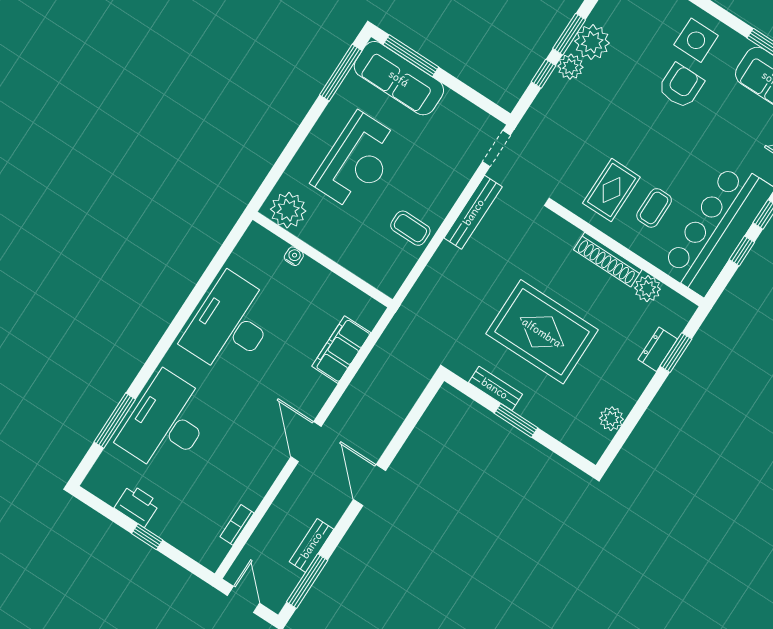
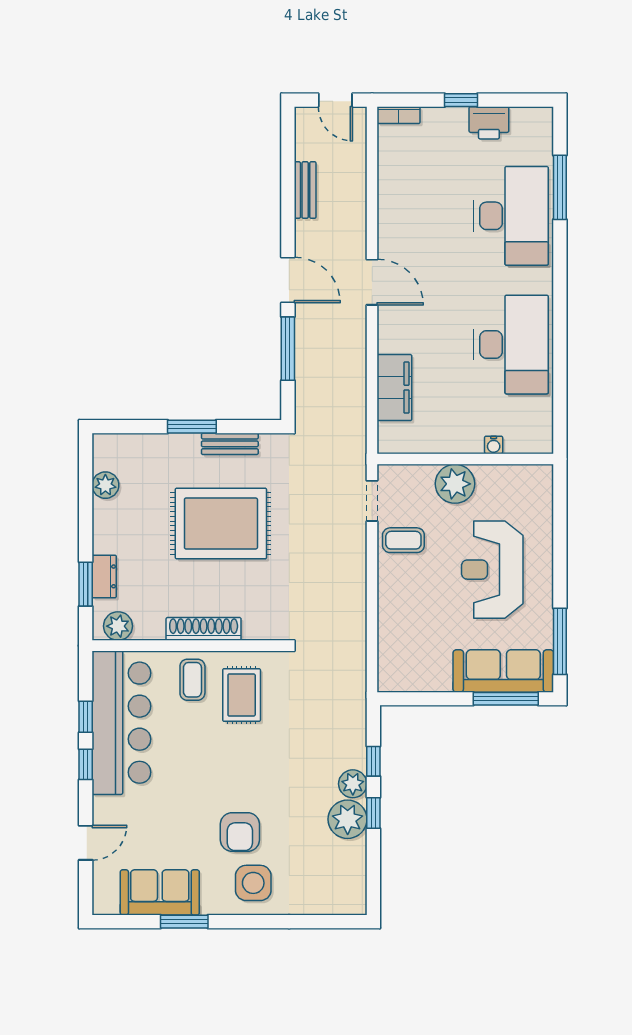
window: (569, 34) -> (373, 813), width x0.67
doorway: (496, 148) -> (372, 501), moved
coffee table: (654, 208) -> (192, 680), moved
plant: (288, 210) -> (455, 484), moved
bench: (473, 212) -> (355, 592), removed
plant: (648, 289) -> (118, 626), moved
bookcase: (237, 525) -> (399, 115), moved, turned 90
window: (307, 581) -> (288, 349), moved

